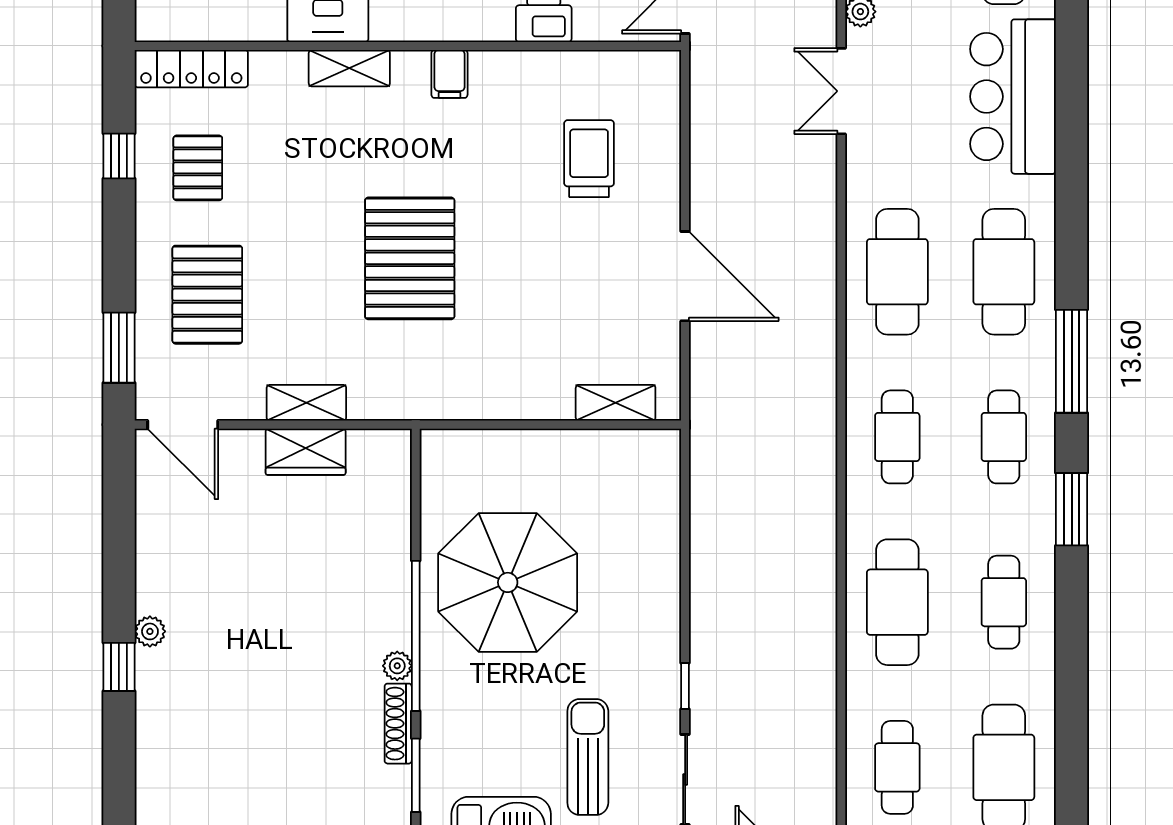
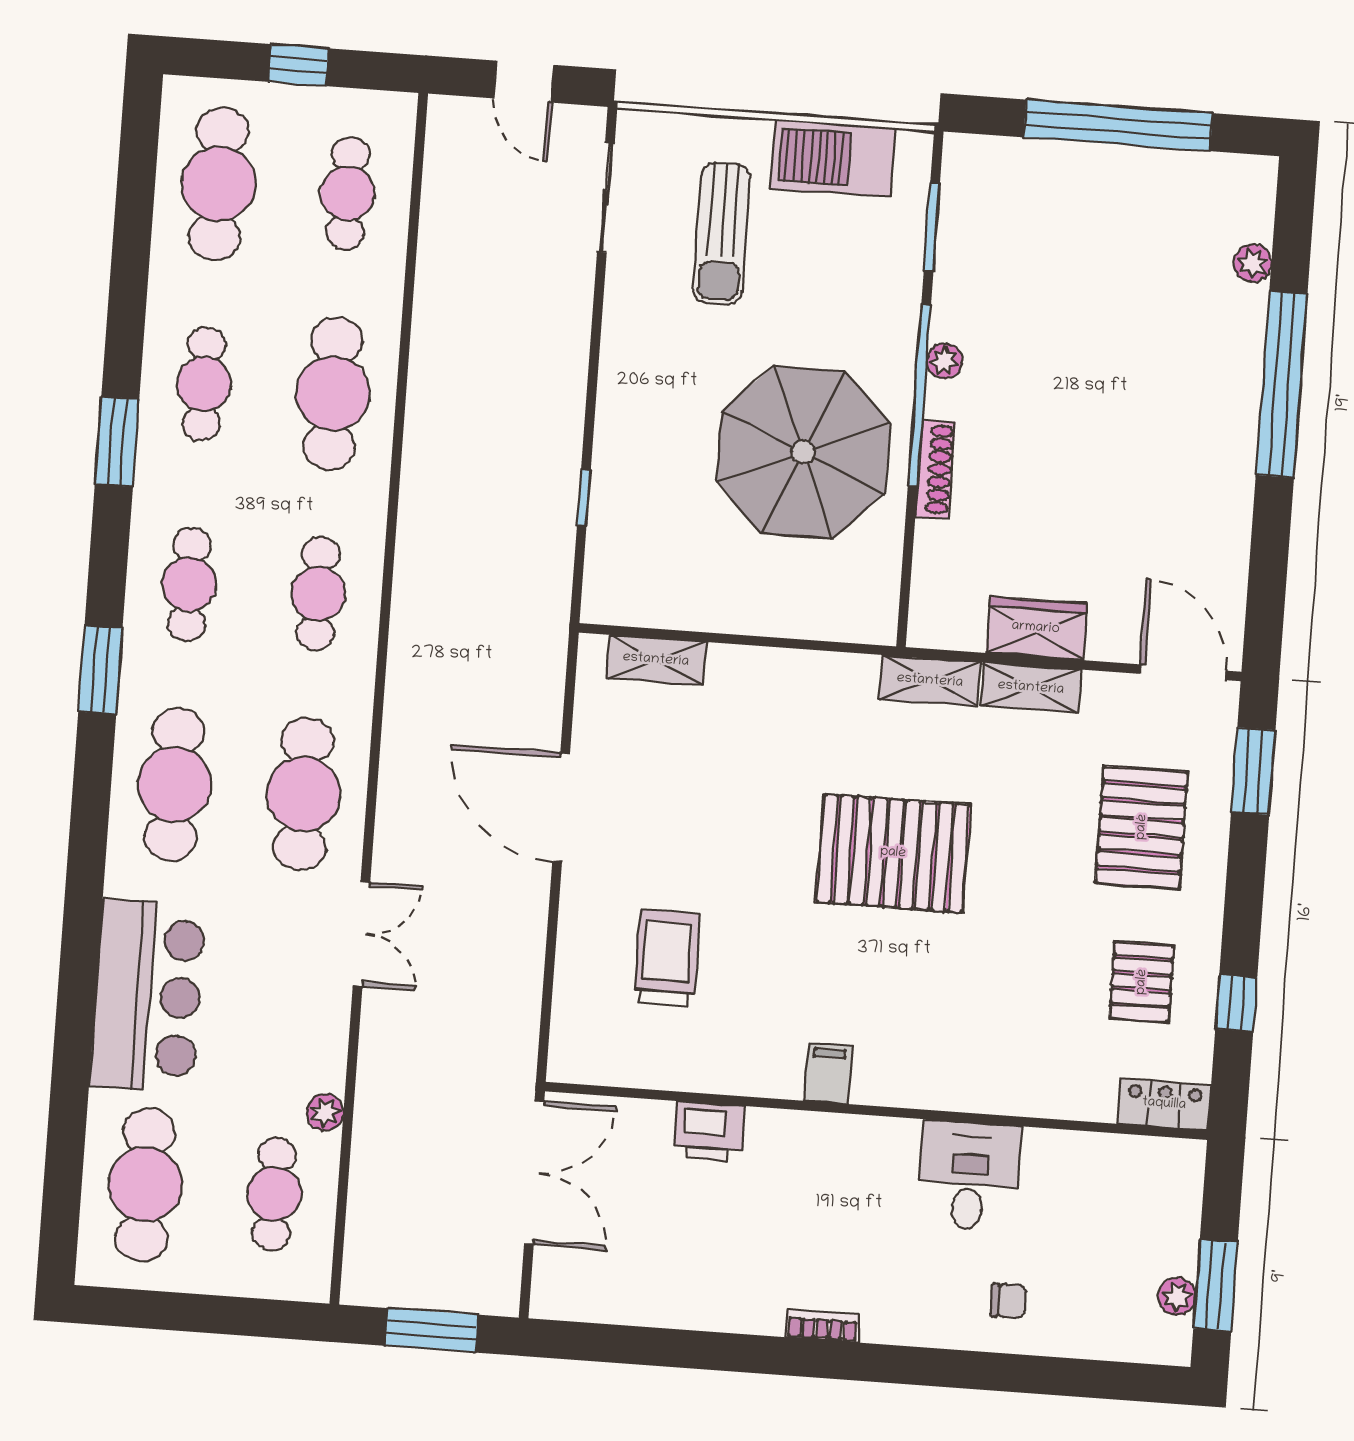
shelving: (349, 68) -> (930, 681), moved
locker: (191, 69) -> (1164, 1104), width x0.66
double door: (841, 91) -> (362, 934), moved
trolley: (589, 159) -> (667, 958), turned 180
pallet: (410, 258) -> (893, 853), turned 90
window: (1072, 361) -> (100, 670), width x0.69
window: (1072, 509) -> (117, 442), moved
plant: (150, 631) -> (1253, 263), moved
window: (119, 667) -> (1282, 384), width x3.17
window: (685, 686) -> (584, 498), moved
shoe rack: (398, 724) -> (935, 469), moved

